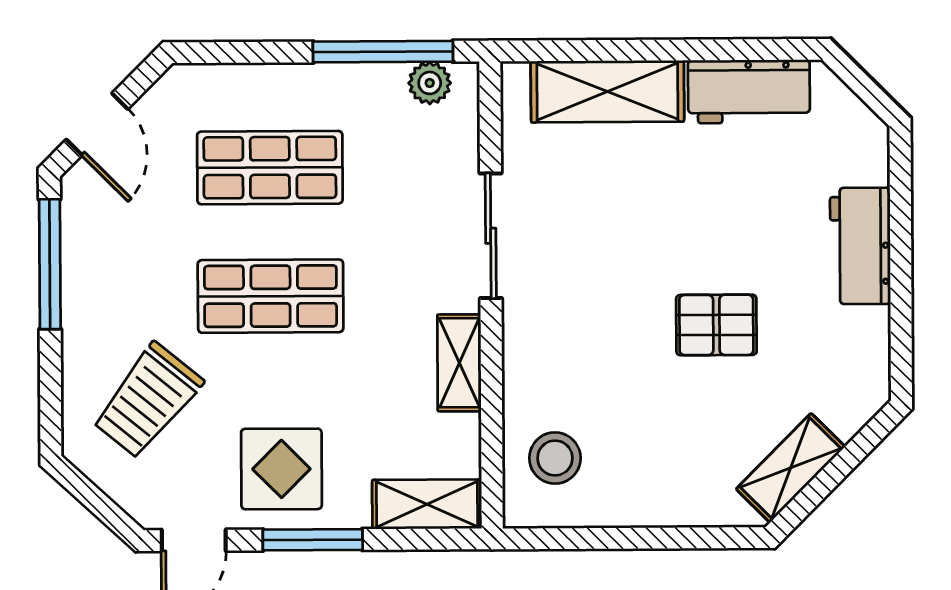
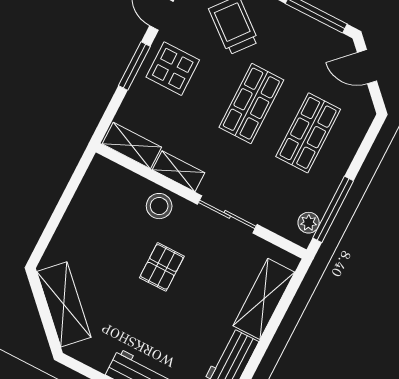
pallet: (716, 325) -> (162, 267), moved
stool: (555, 458) -> (159, 206), moved
shelving: (791, 468) -> (64, 304), width x1.50, depth x1.33
shelving: (427, 504) -> (132, 146), moved, turned 90

